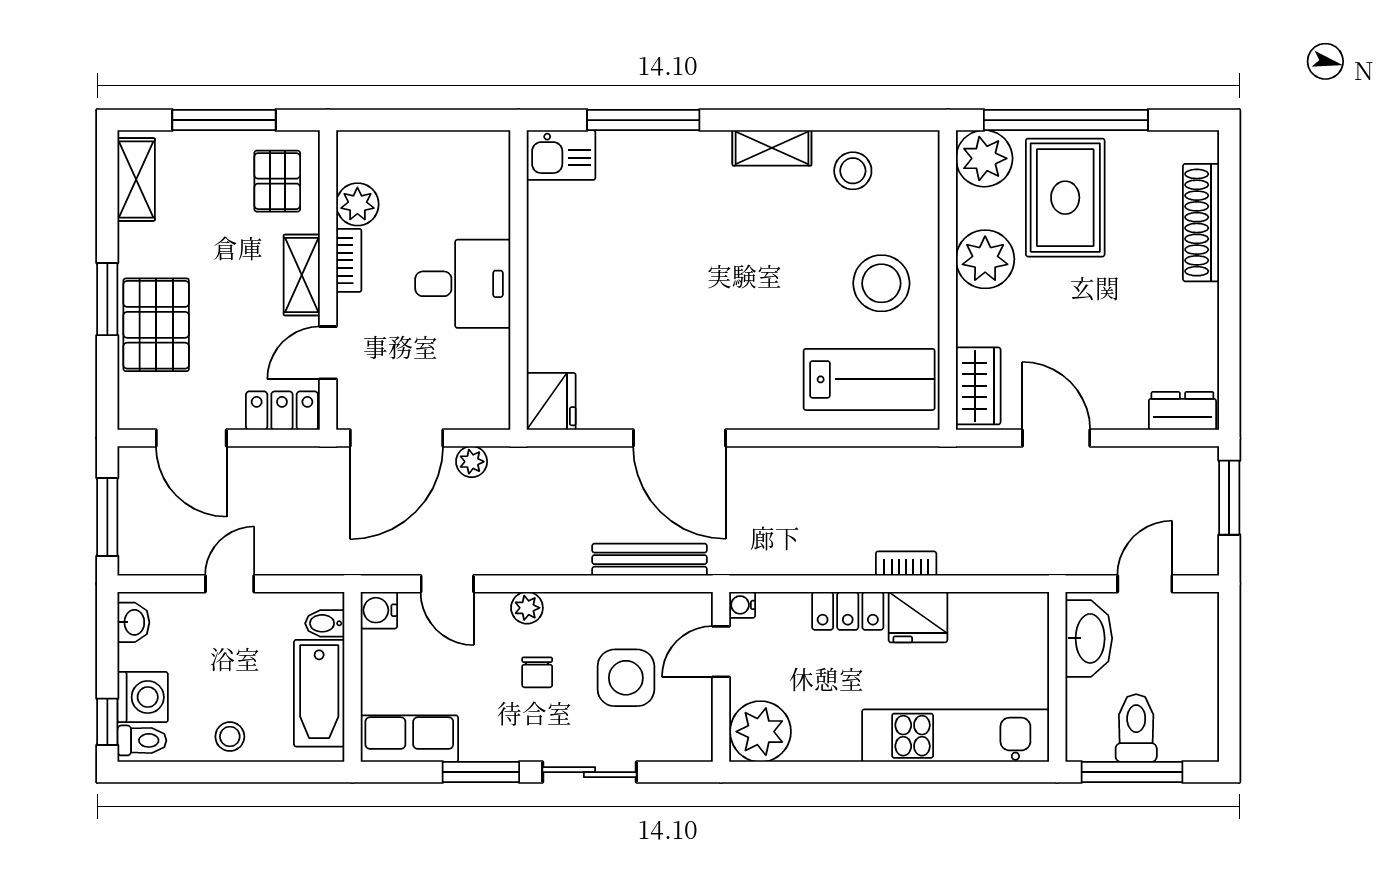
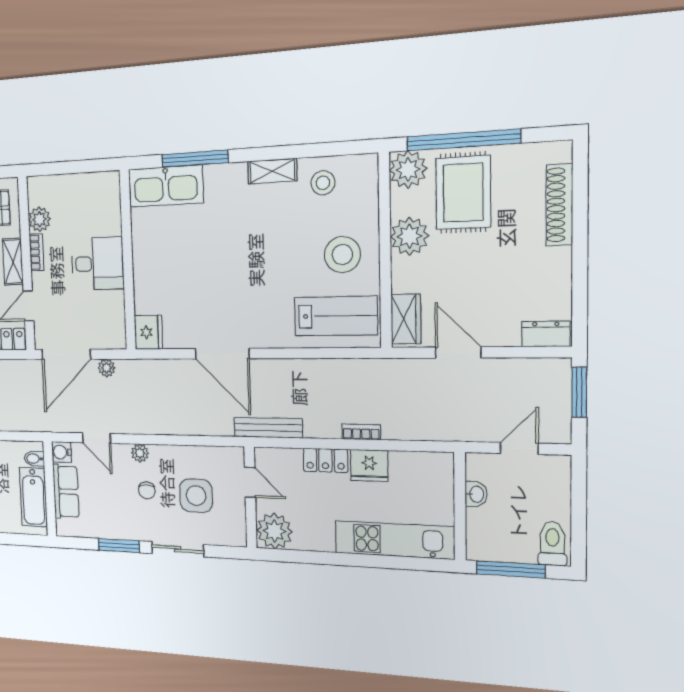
kitchen sink: (561, 155) -> (166, 186), width x1.88, depth x1.24
bench: (650, 560) -> (268, 428), moved
water cooler: (742, 605) -> (262, 455), removed
washbasin: (1089, 638) -> (476, 494), width x0.52, depth x0.69
door: (721, 652) -> (250, 482), swing flipped
toilet: (1136, 728) -> (552, 544), moved
row of seats: (409, 739) -> (66, 492), moved, turned 90

